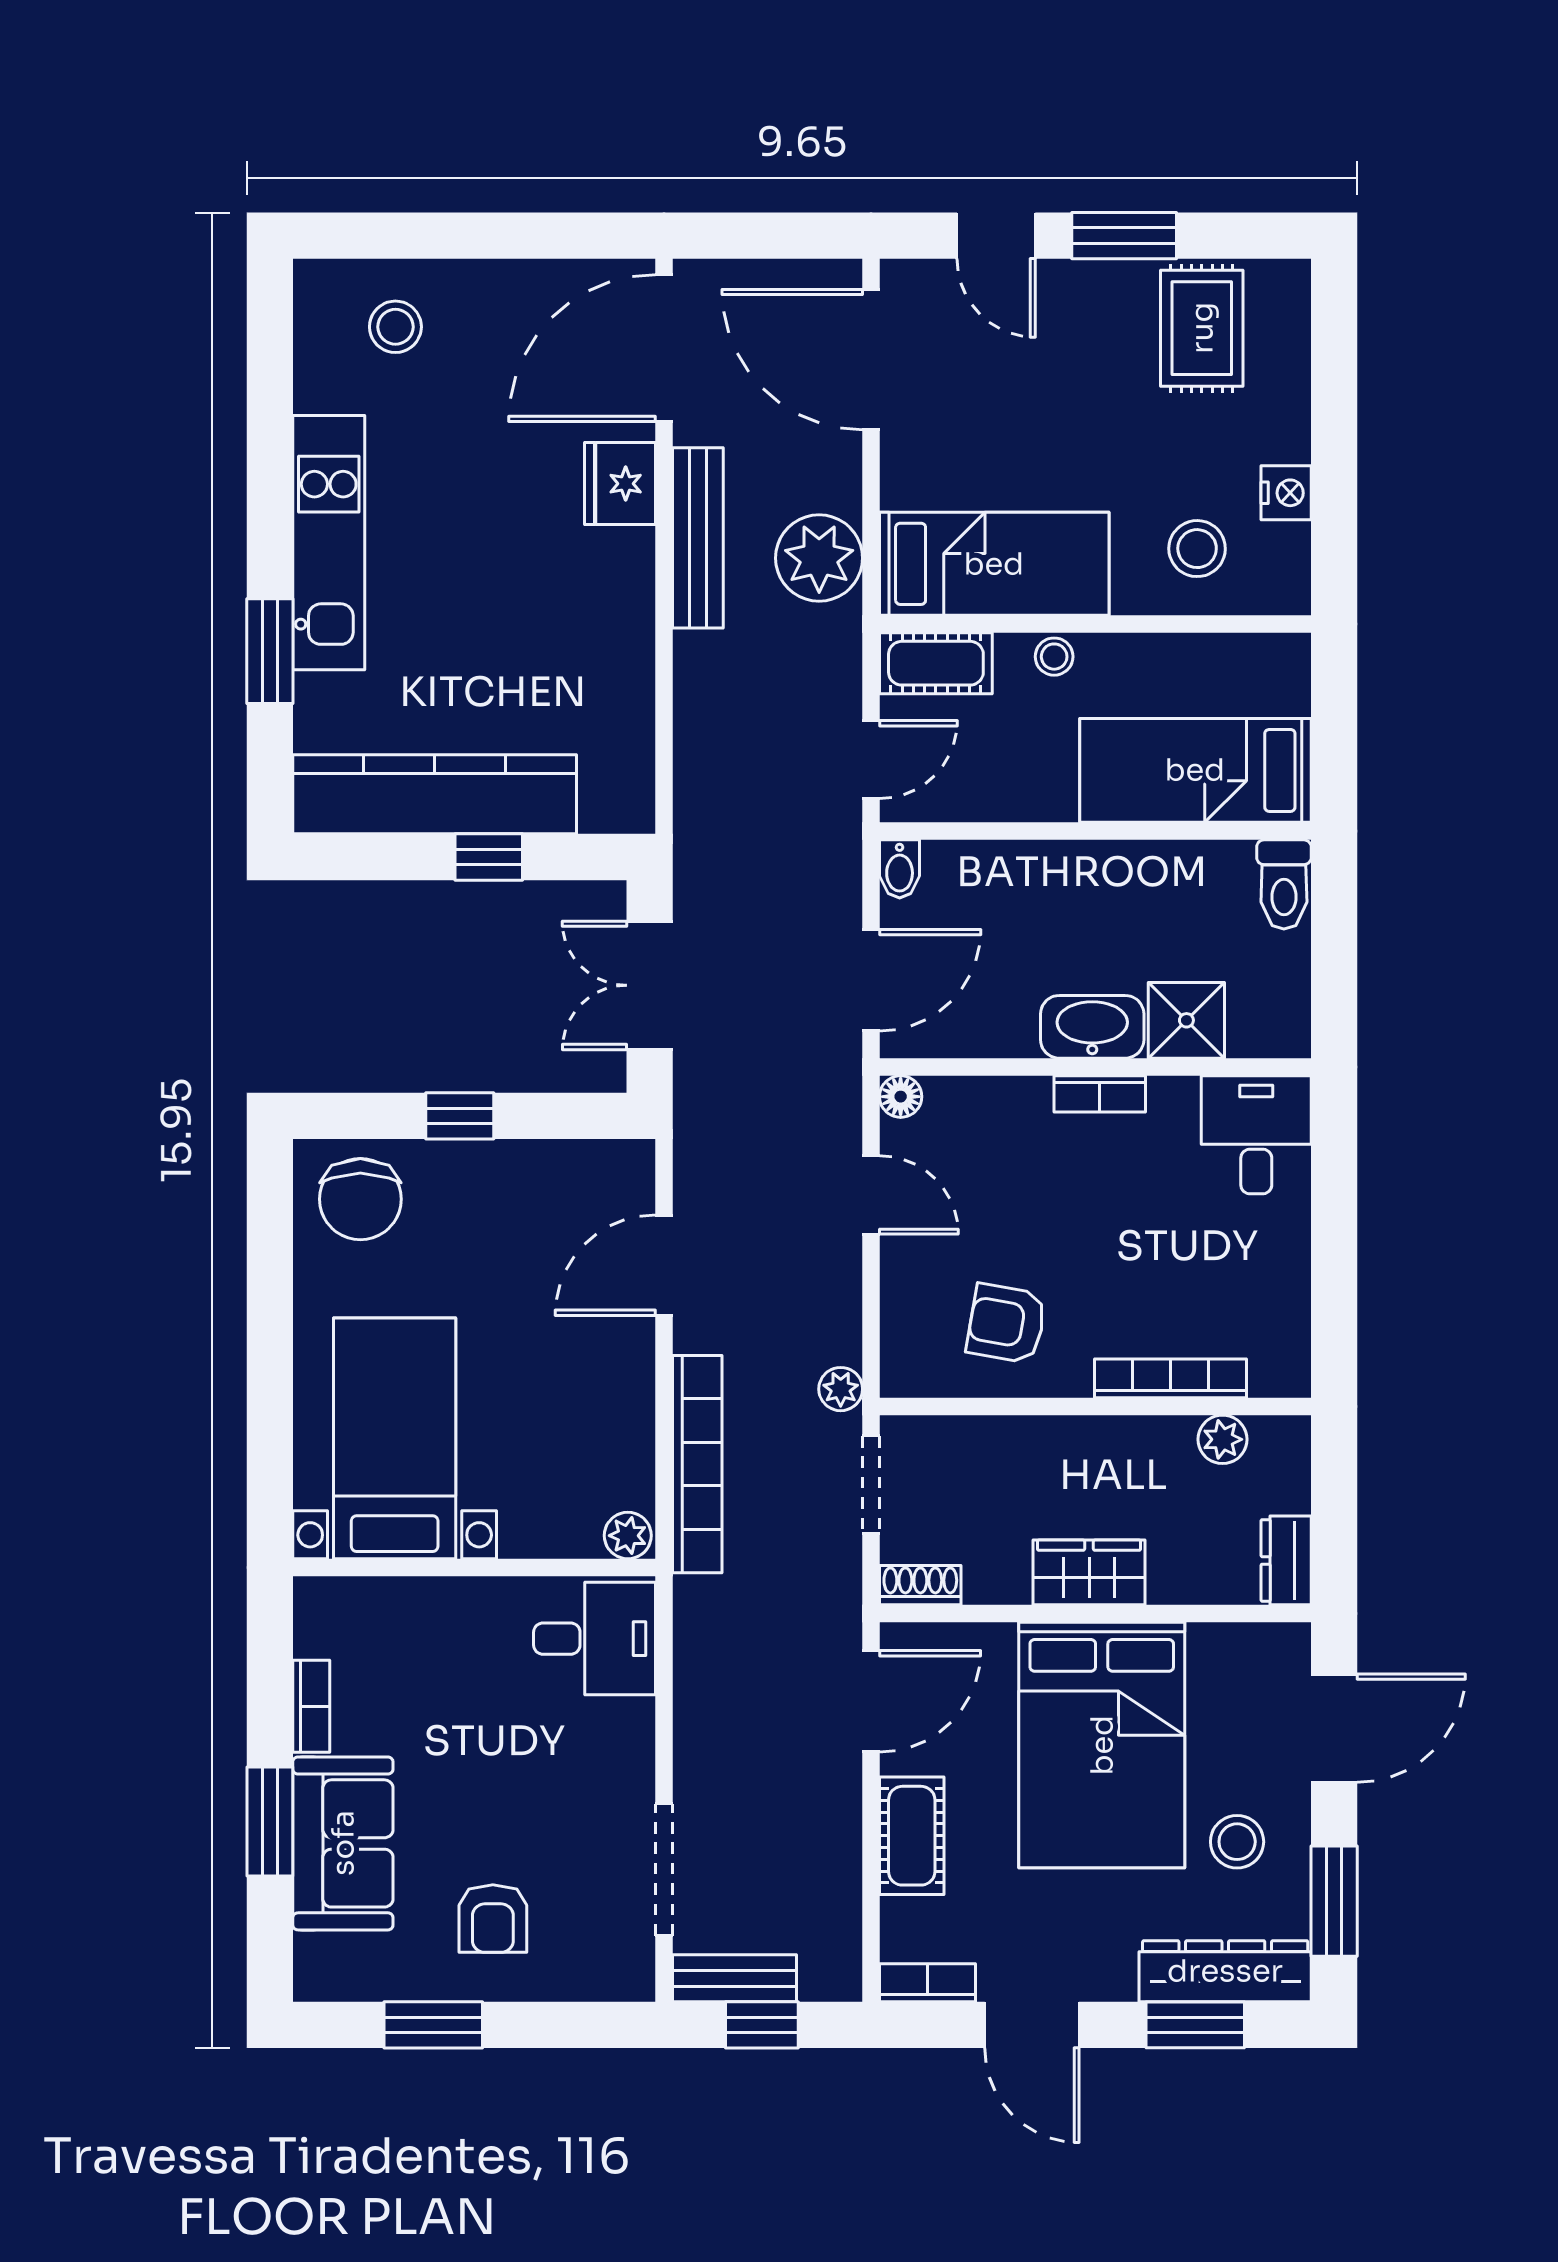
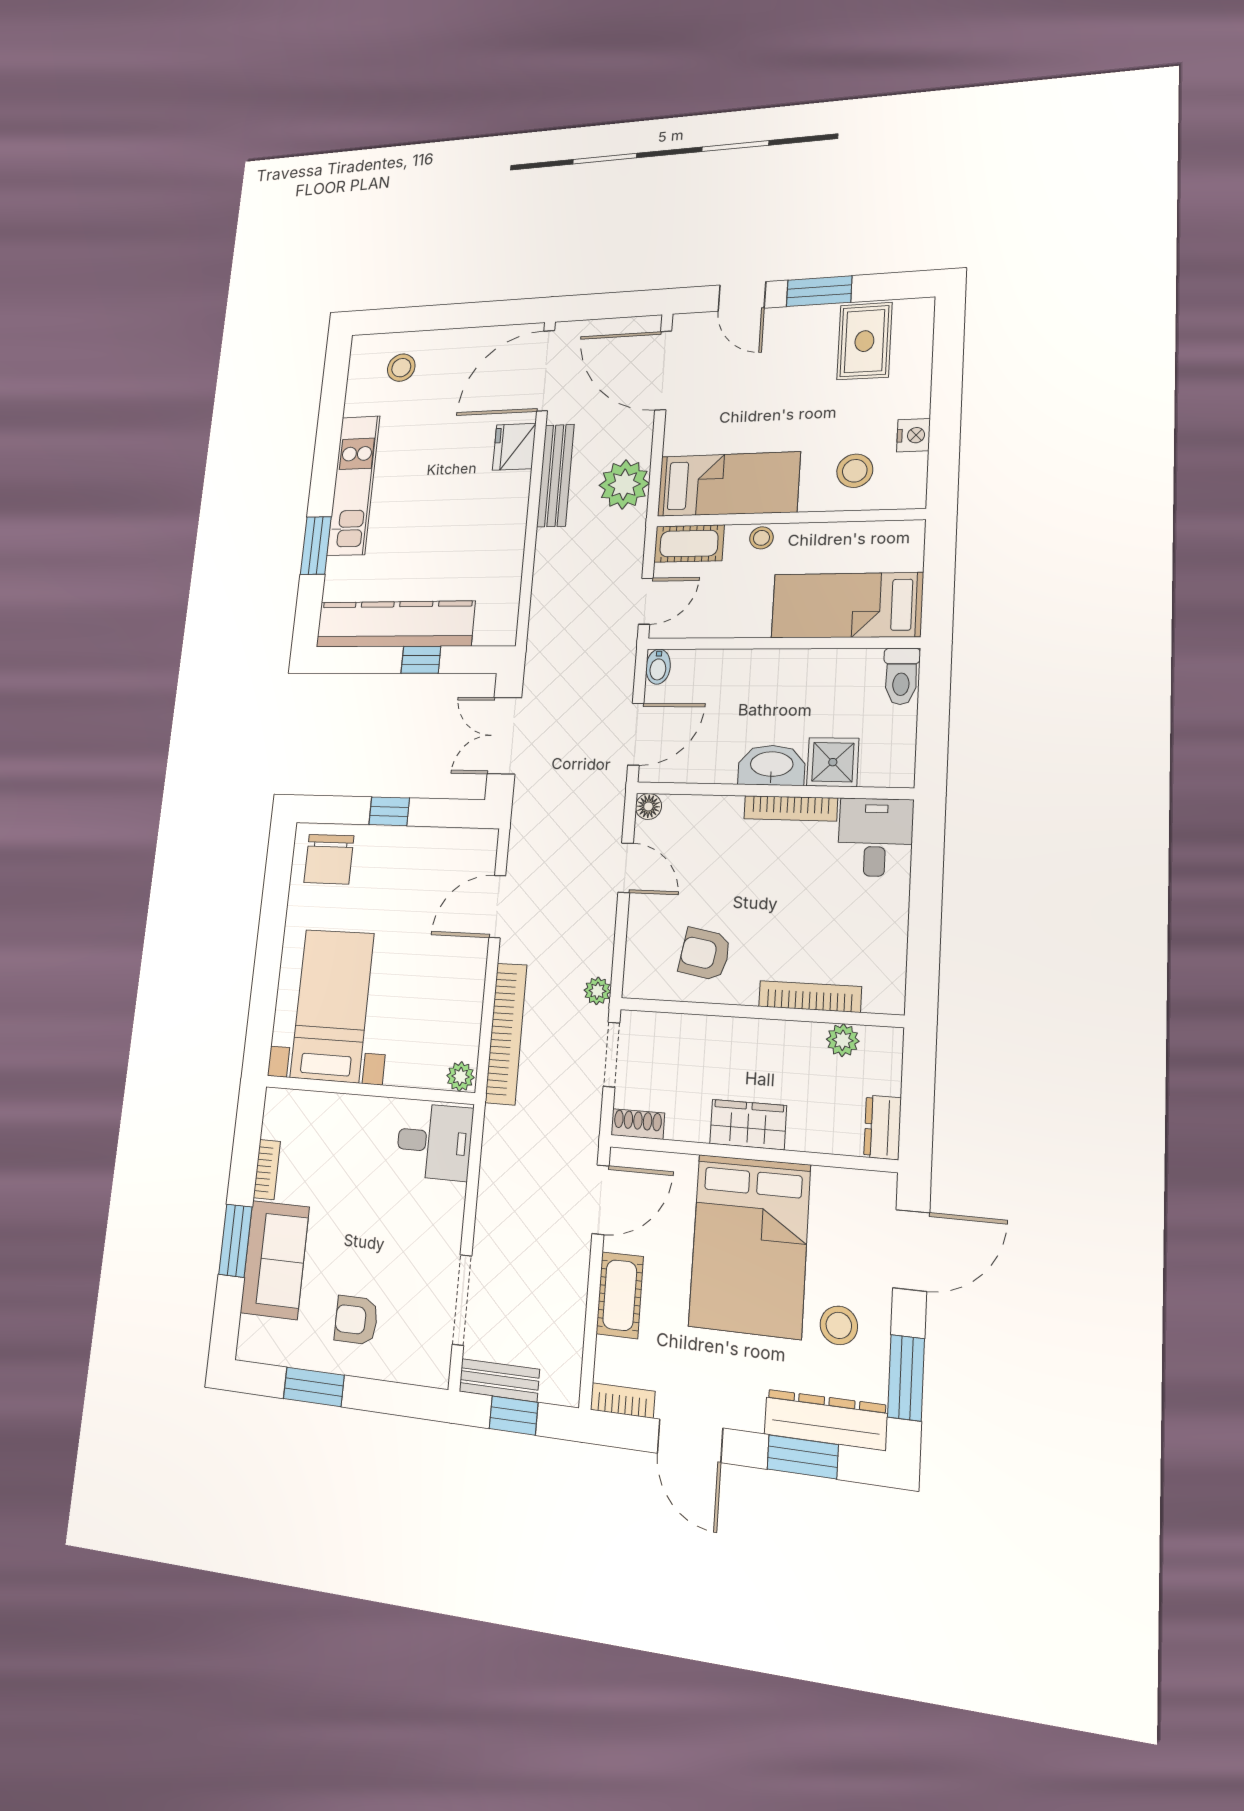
bookcase: (1100, 1094) -> (791, 808), width x1.56
armchair: (493, 1919) -> (356, 1320), turned 90

